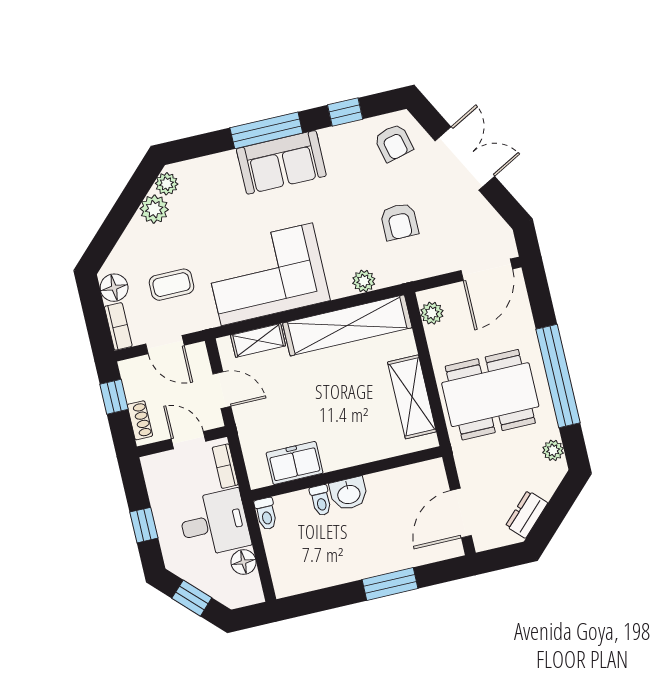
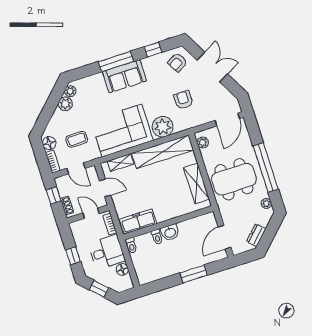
armchair: (394, 143) -> (177, 62), turned 74
armchair: (399, 222) -> (183, 100), turned 180
plant: (364, 281) -> (163, 127), width x1.87, depth x1.87
freezer: (295, 463) -> (138, 221), width x1.40

